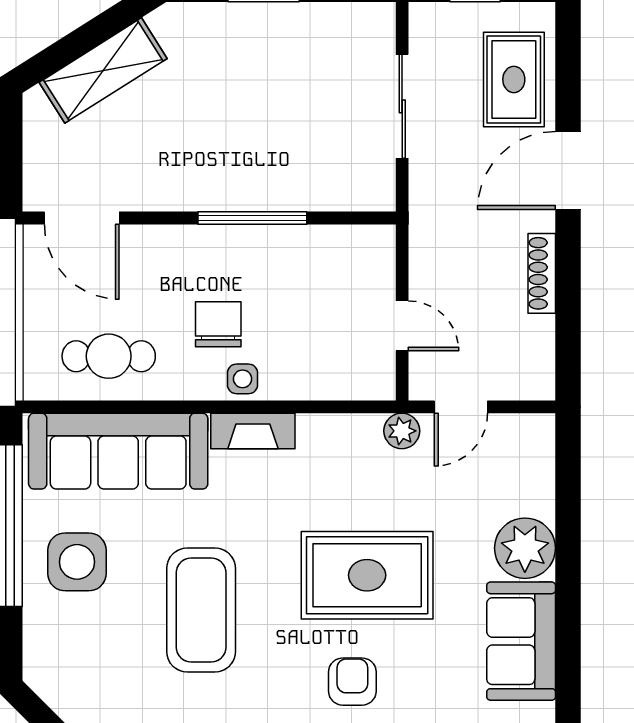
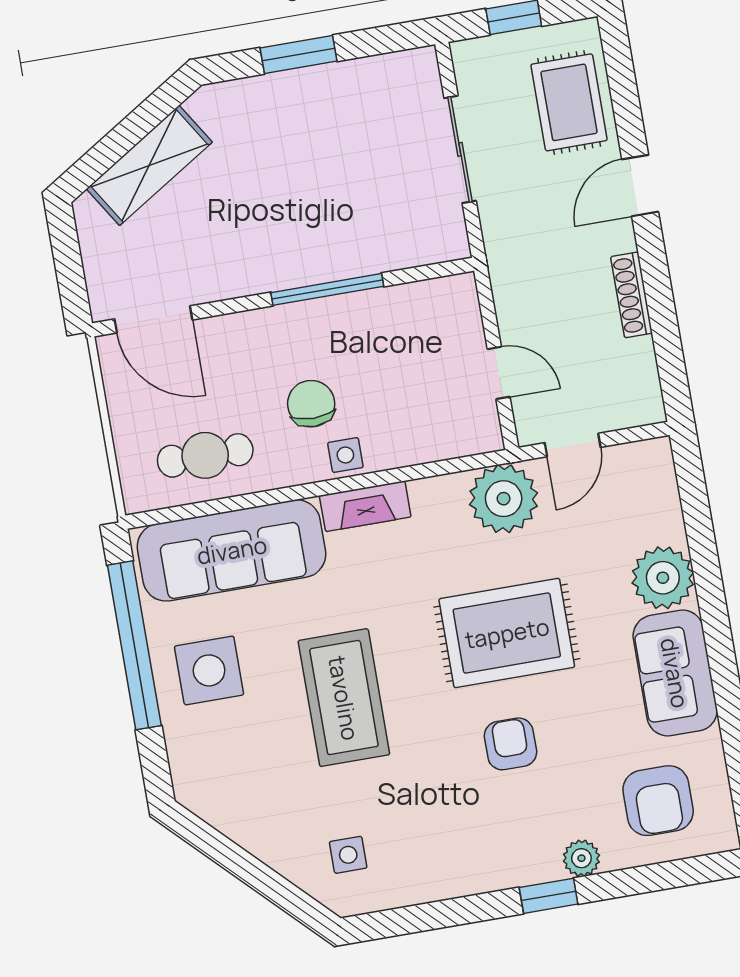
door: (568, 171) -> (640, 186), width x0.73
plant: (402, 431) -> (504, 499), width x1.88, depth x1.88

